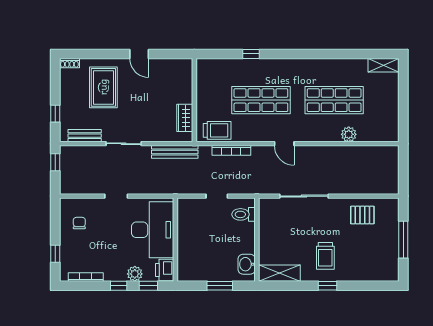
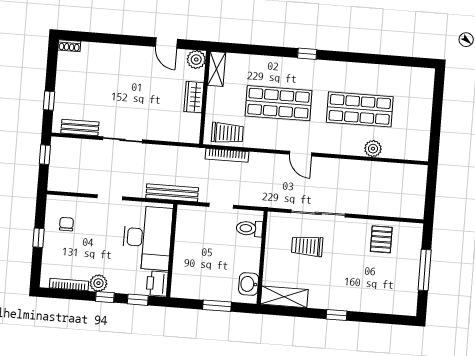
door: (139, 54) -> (166, 43), moved
window: (251, 54) -> (307, 54), moved
shelving: (384, 65) -> (217, 69), moved, turned 90
plant: (184, 67) -> (196, 60), added
rug: (103, 87) -> (105, 76), removed
wardrobe: (185, 118) -> (194, 97), moved
bookcase: (231, 150) -> (227, 155), moved
bench: (175, 152) -> (172, 193), moved
pallet: (362, 215) -> (381, 239), turned 90
window: (55, 254) -> (38, 238), moved
trolley: (325, 256) -> (307, 246), moved, turned 90
plant: (135, 274) -> (98, 283), moved

